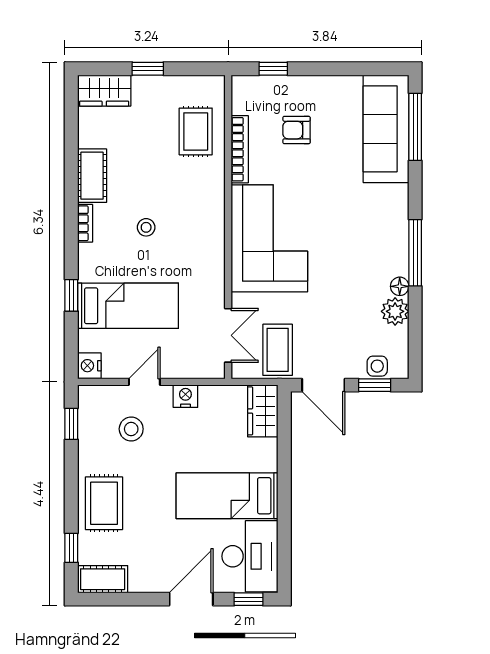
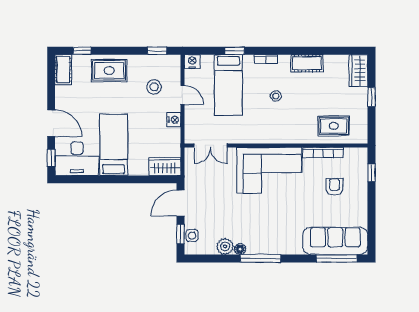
bookcase: (85, 223) -> (266, 59), moved
coffee table: (278, 350) -> (202, 175), removed

